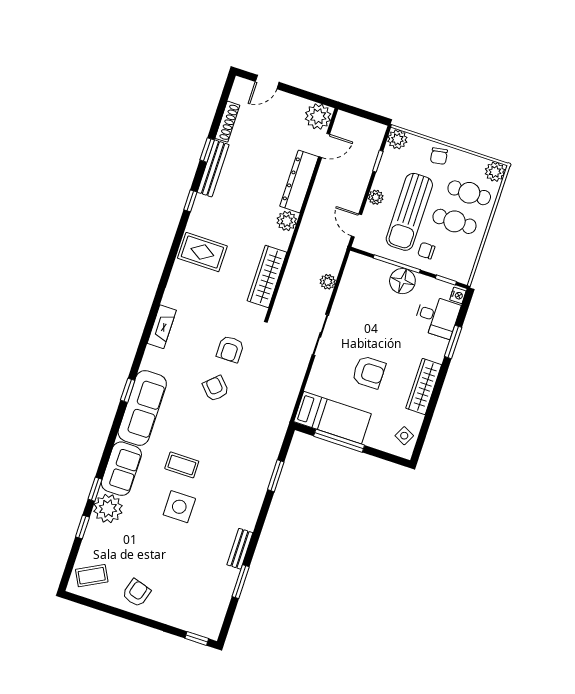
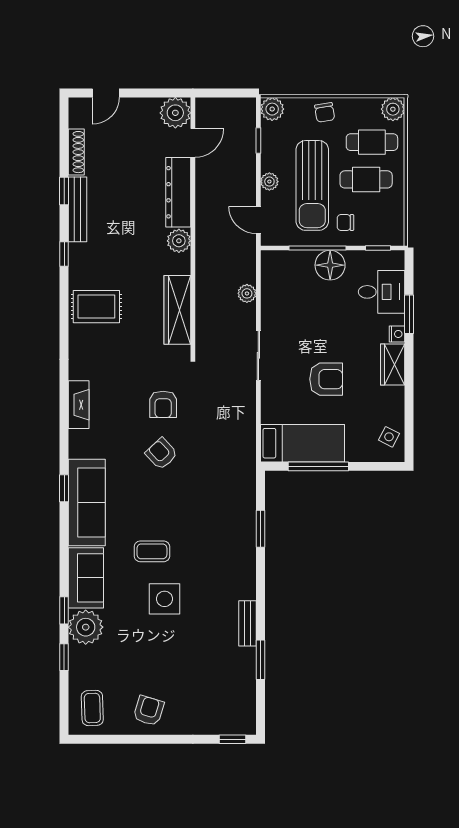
nightstand: (458, 295) -> (397, 334), moved
wardrobe: (424, 387) -> (393, 364), width x0.67
coffee table: (92, 576) -> (92, 708), turned -64

